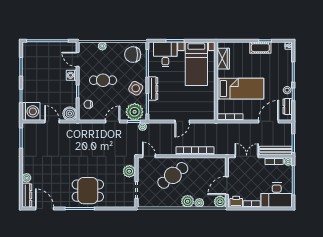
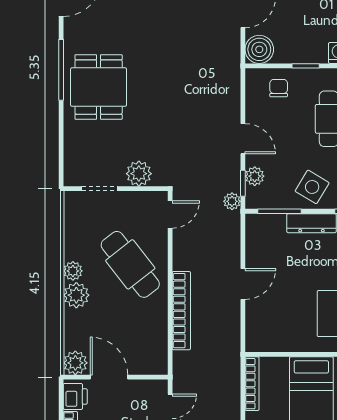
plant: (135, 112) -> (255, 176), width x0.53, depth x0.53
door: (182, 121) -> (243, 284), swing flipped
plant: (199, 203) -> (73, 271), moved

